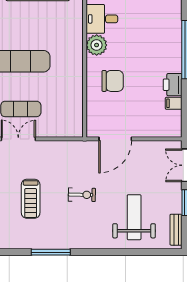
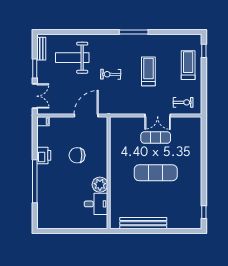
chair: (113, 81) -> (77, 155), moved
filing cabinet: (174, 103) -> (43, 121), moved
weight bench: (134, 217) -> (72, 58), turned 90

